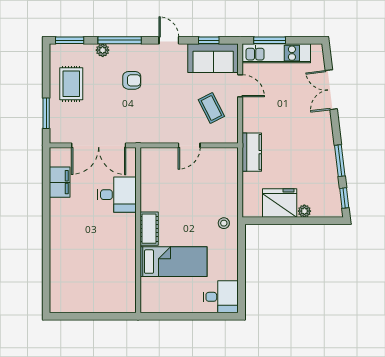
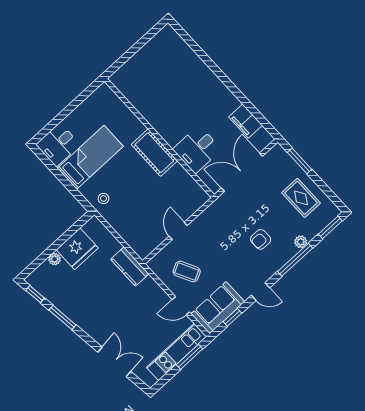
cot: (149, 229) -> (154, 153), width x1.37, depth x1.34
bed: (173, 262) -> (90, 157), moved, turned 180

